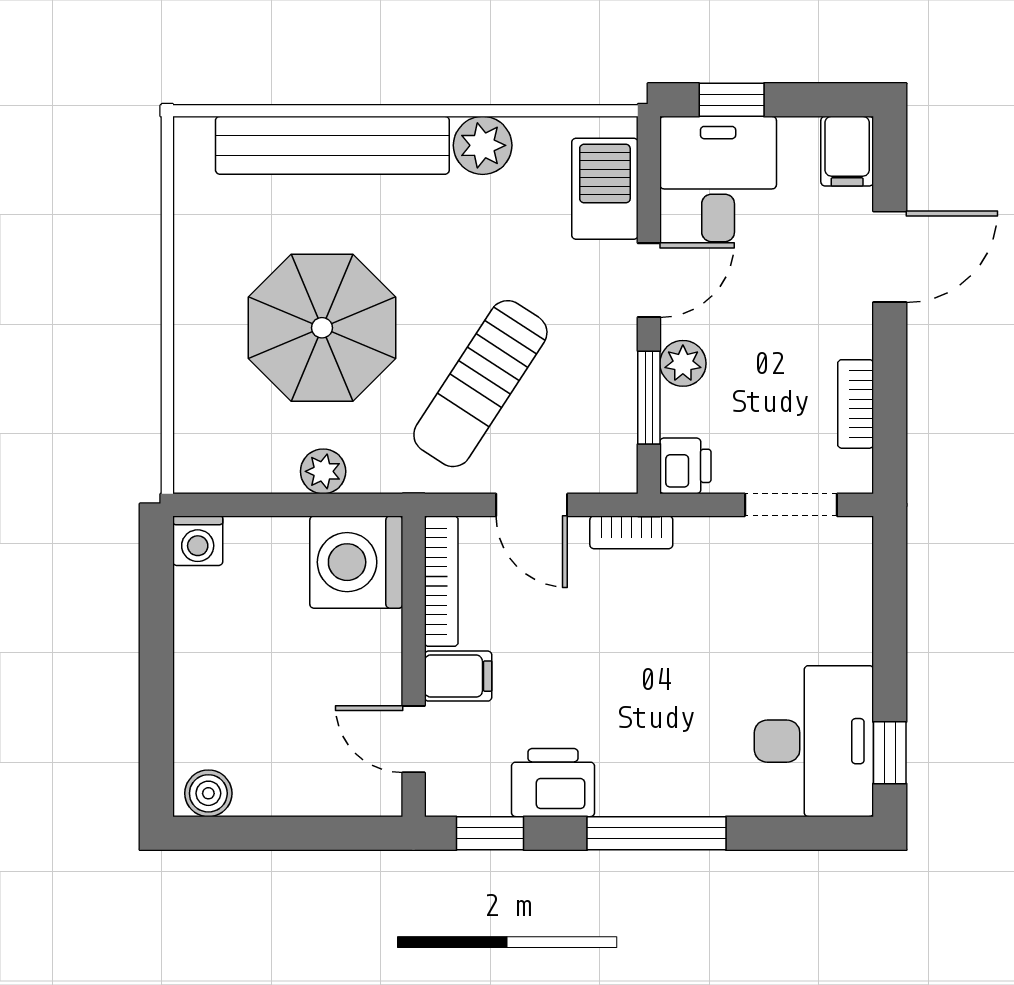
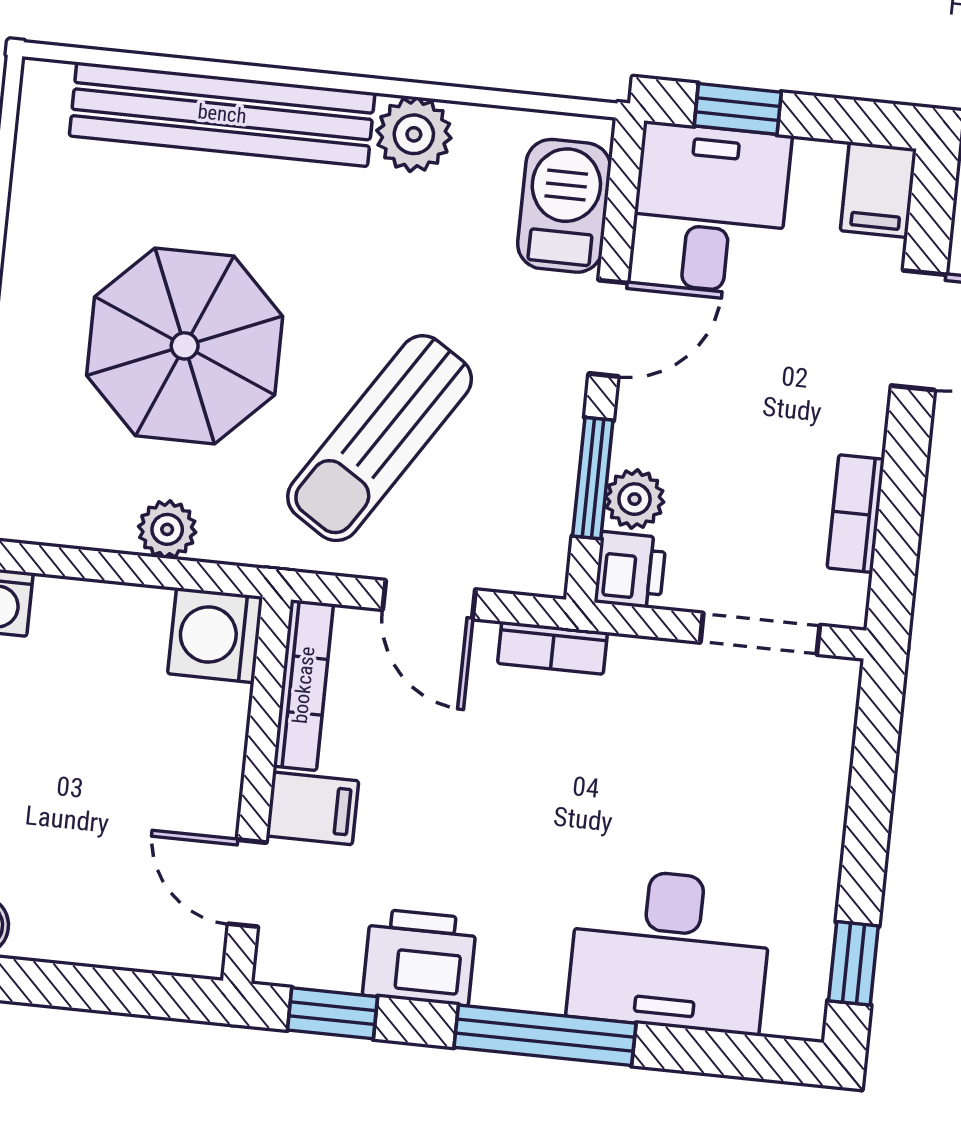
plant: (683, 363) -> (635, 499), moved
washing machine: (356, 562) -> (215, 635), width x0.73, depth x0.73
desk: (814, 741) -> (670, 950), moved, turned 90

